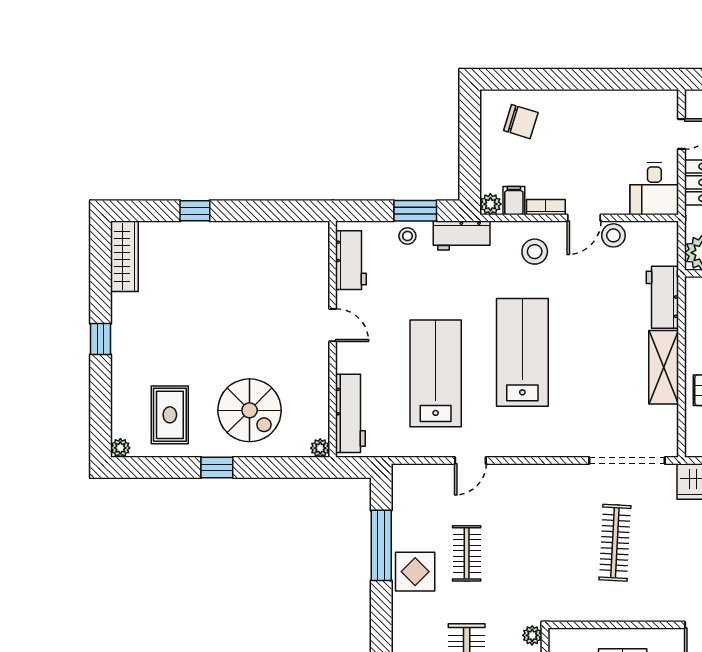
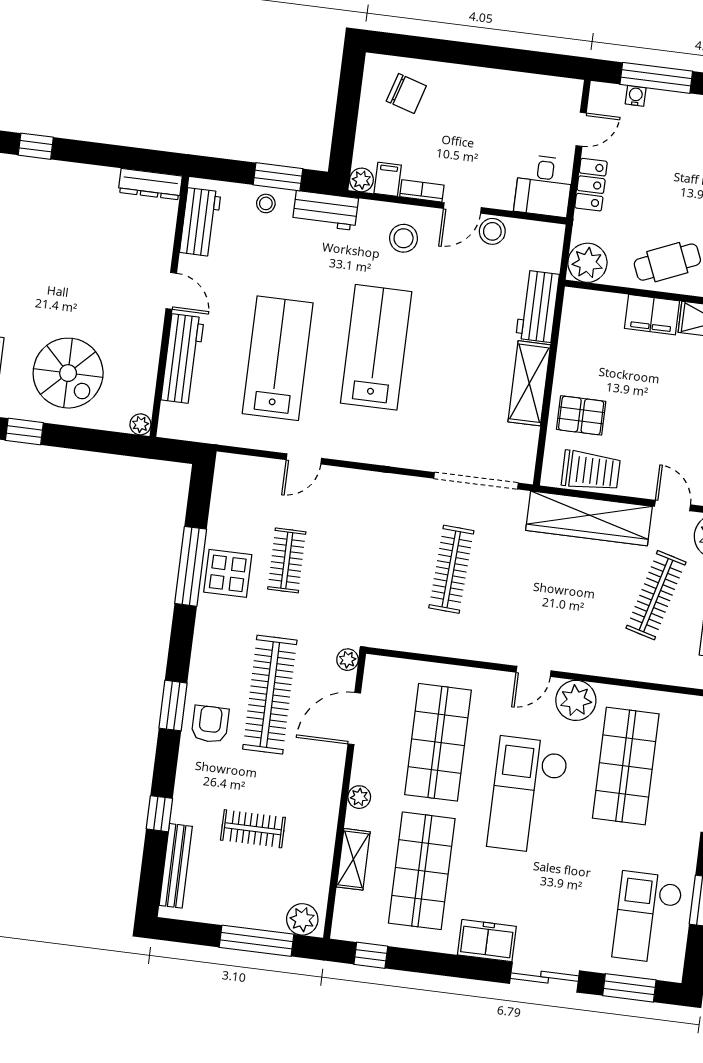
dresser: (302, 232) -> (150, 184), added
workbench: (350, 413) -> (183, 359), moved
window: (381, 545) -> (191, 566), moved

